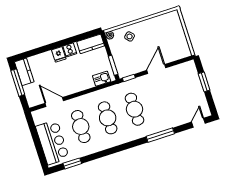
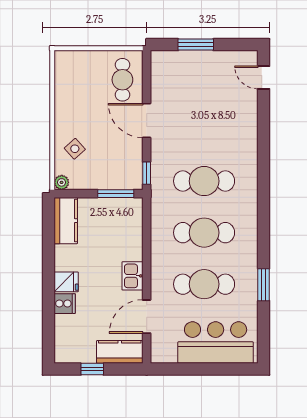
cooker: (70, 50) -> (65, 304), moved
cafe table: (173, 50) -> (122, 80), added
kitchen counter: (24, 72) -> (120, 352), moved
kitchen sink: (102, 79) -> (132, 276), moved
window: (18, 83) -> (92, 369), width x0.46
window: (160, 135) -> (264, 151), removed
window: (72, 163) -> (264, 285), moved

